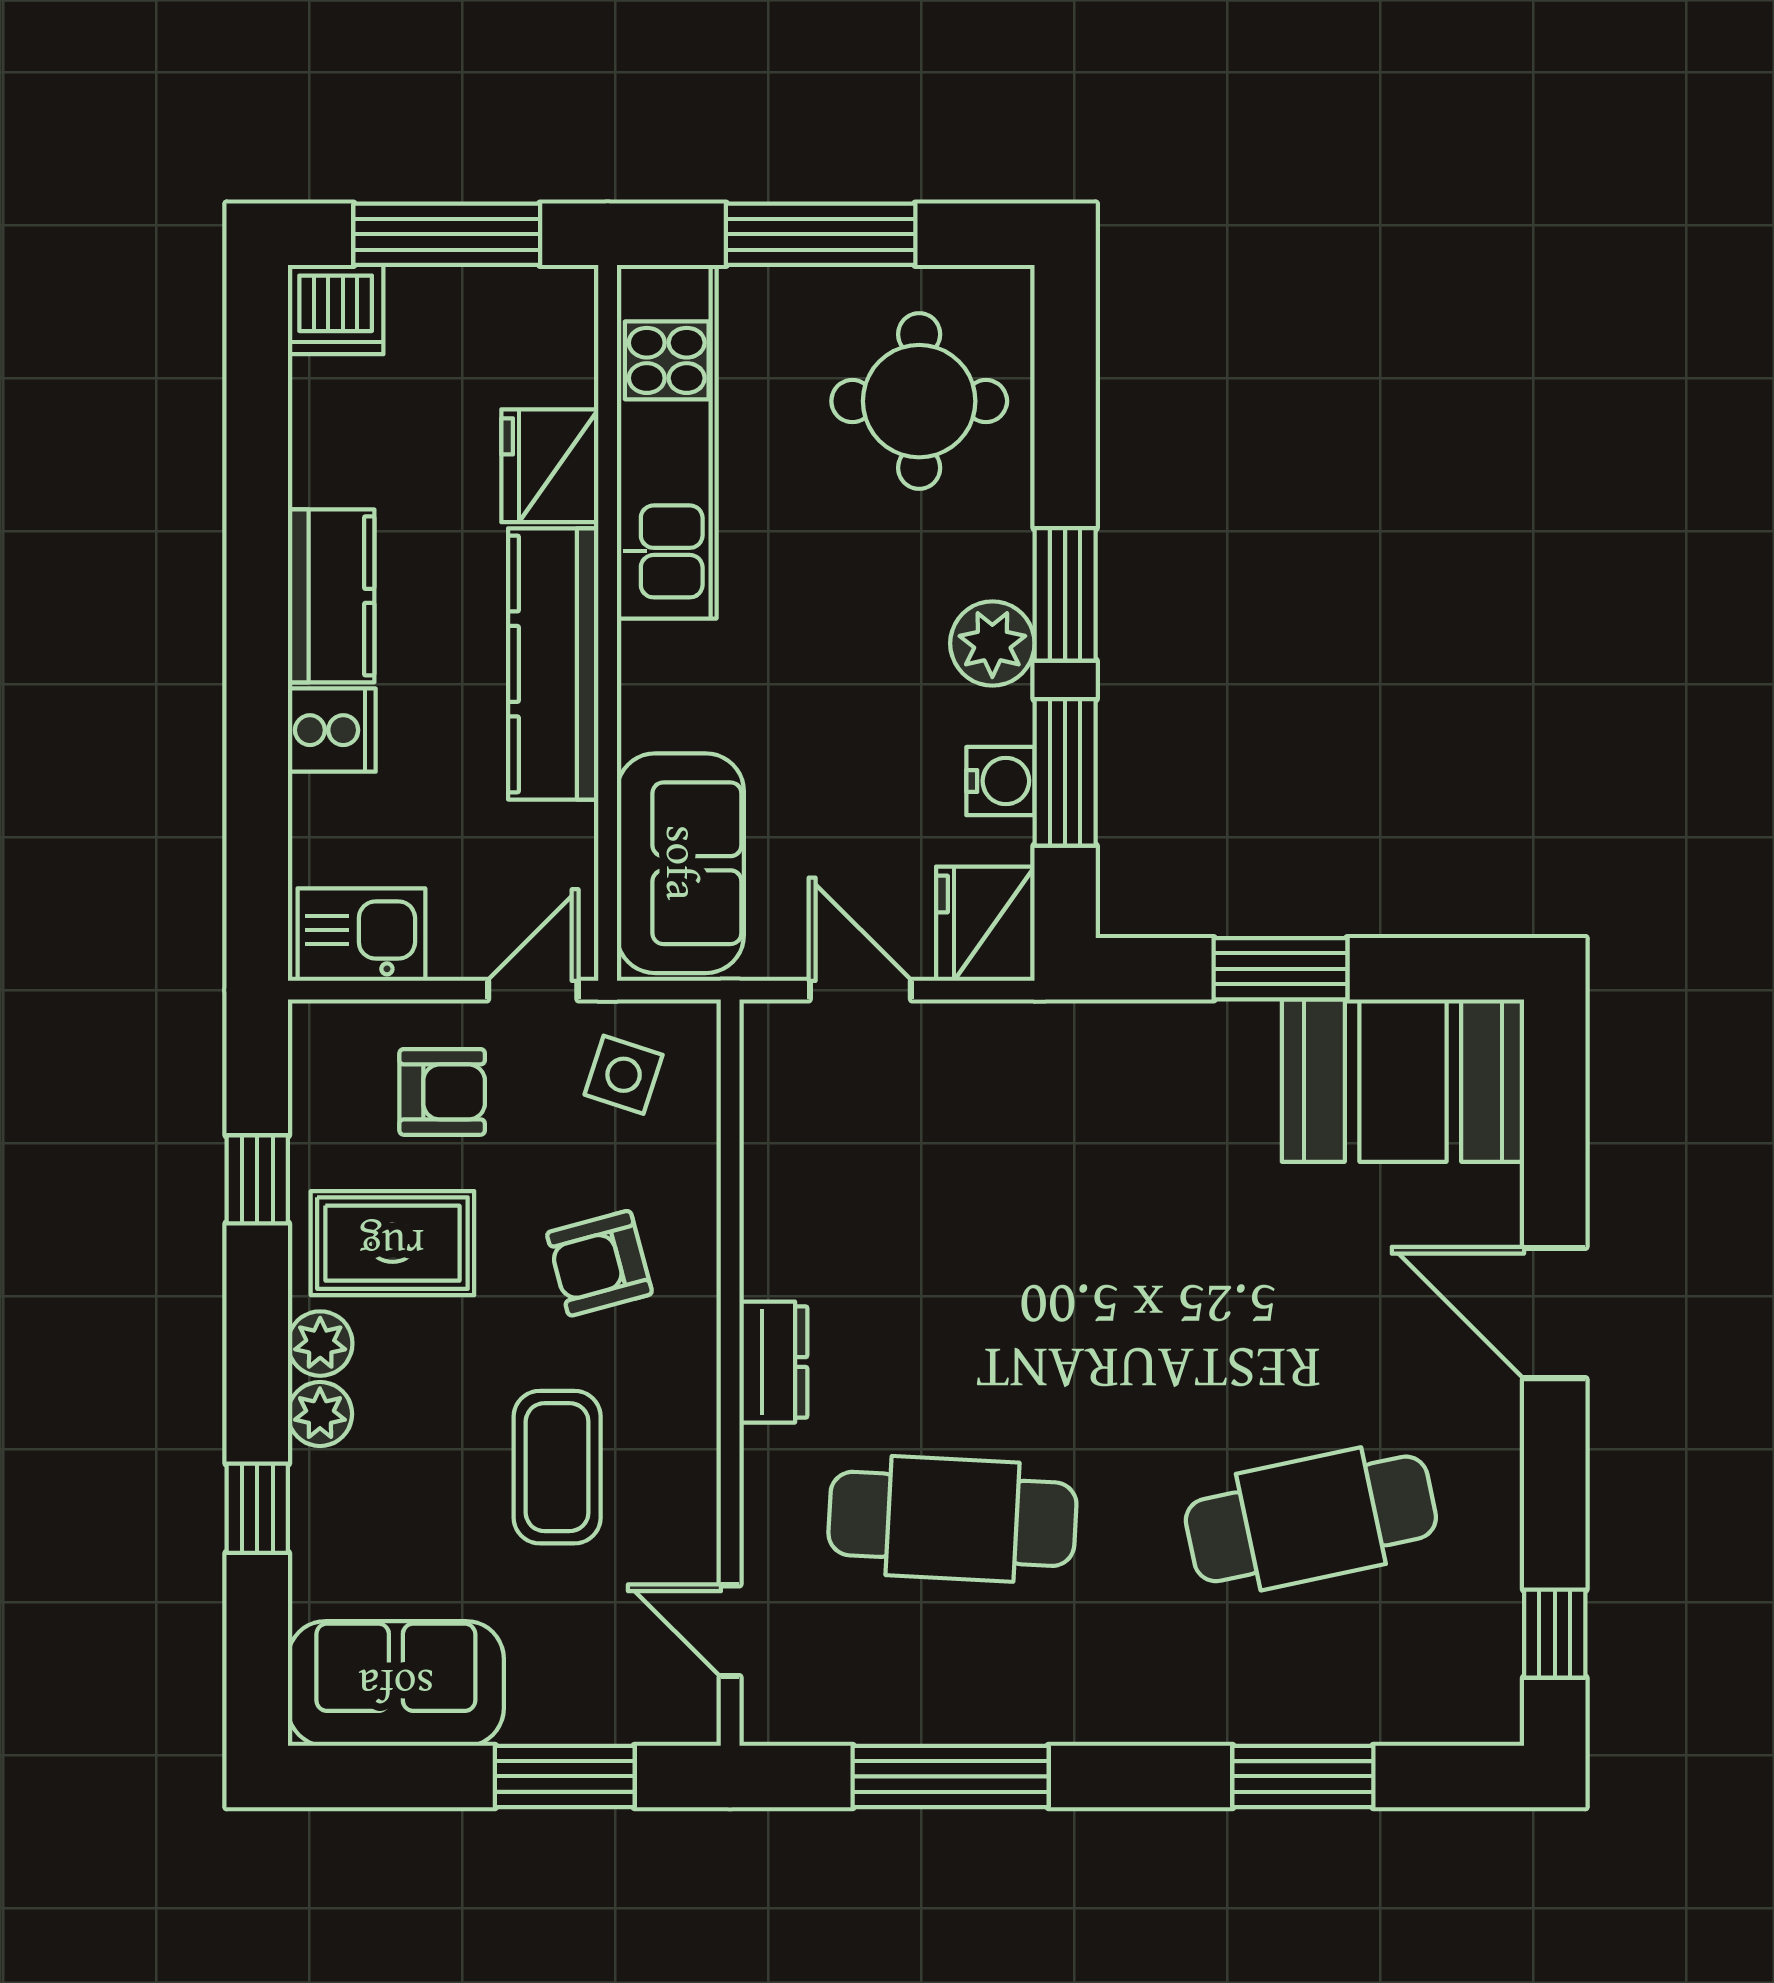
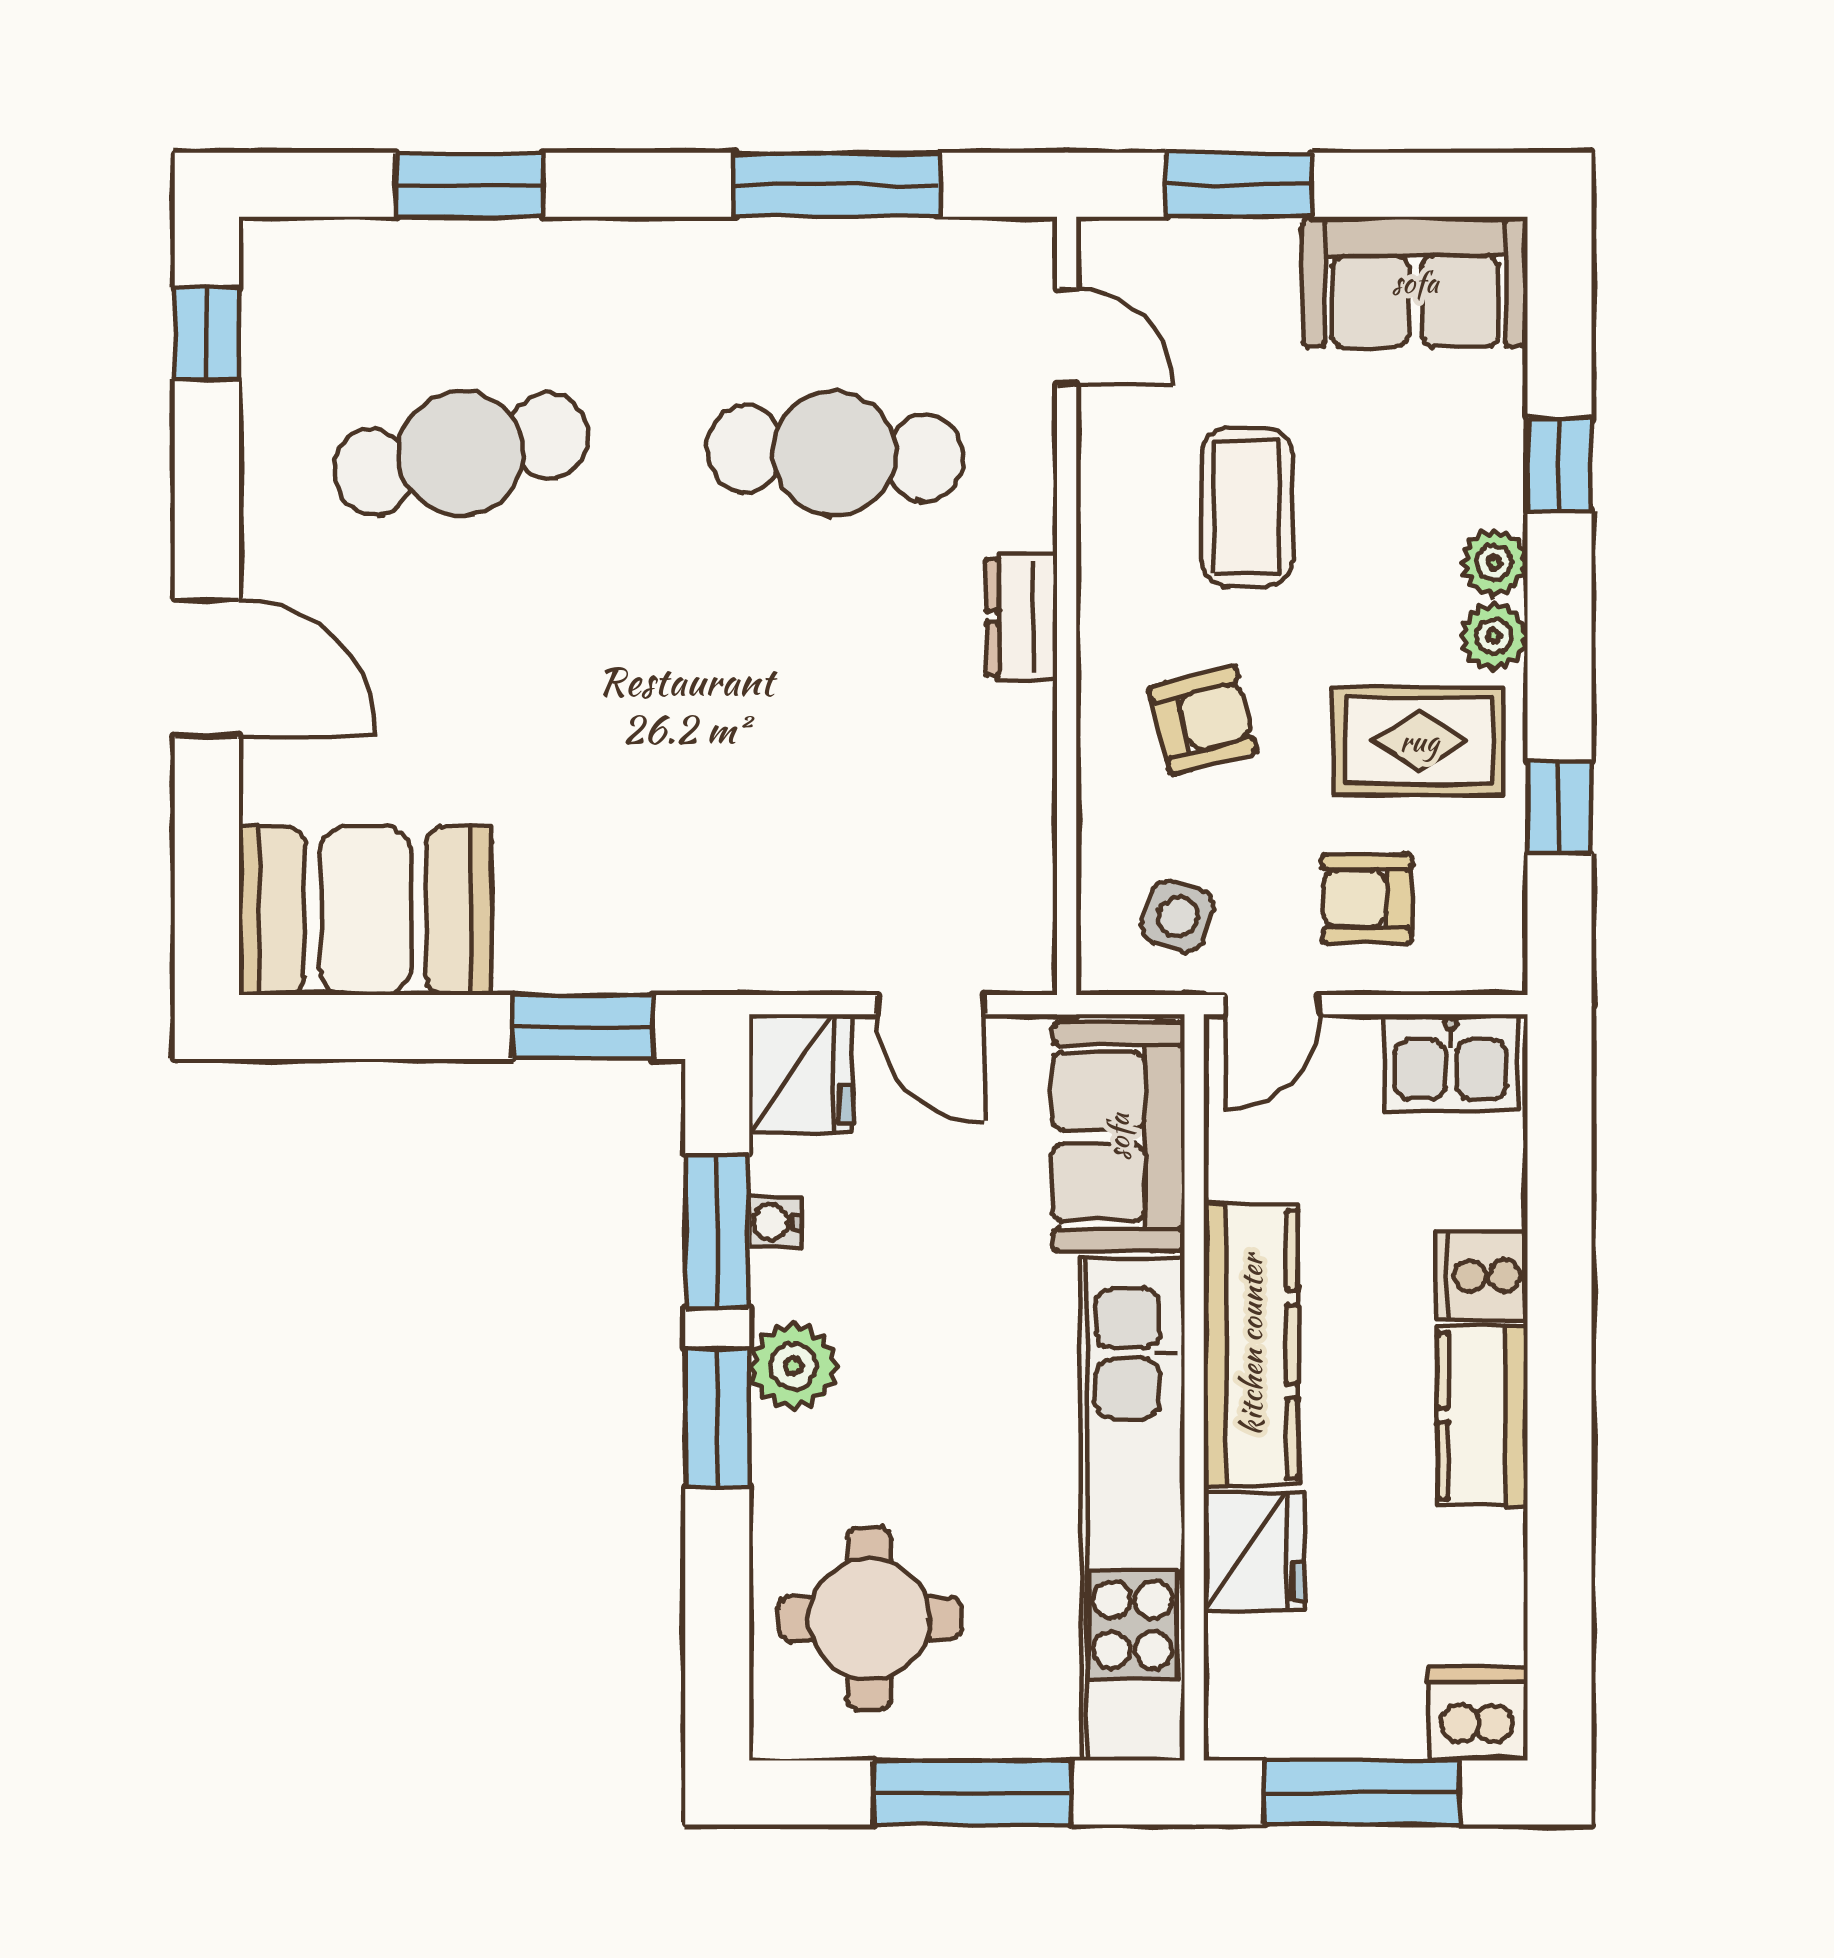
kitchen unit: (667, 442) -> (1133, 1509), width x1.36
water cooler: (1000, 781) -> (775, 1223), width x0.72, depth x0.72
window: (1280, 969) -> (582, 1027), moved

